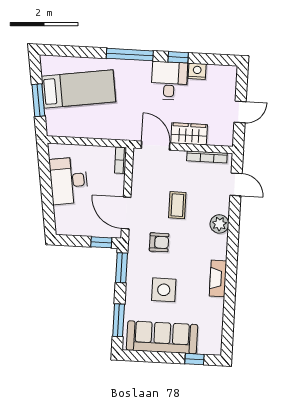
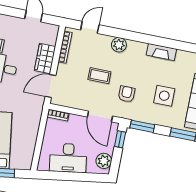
door: (126, 213) -> (100, 116), hinge flipped
plant: (71, 226) -> (104, 161), added

